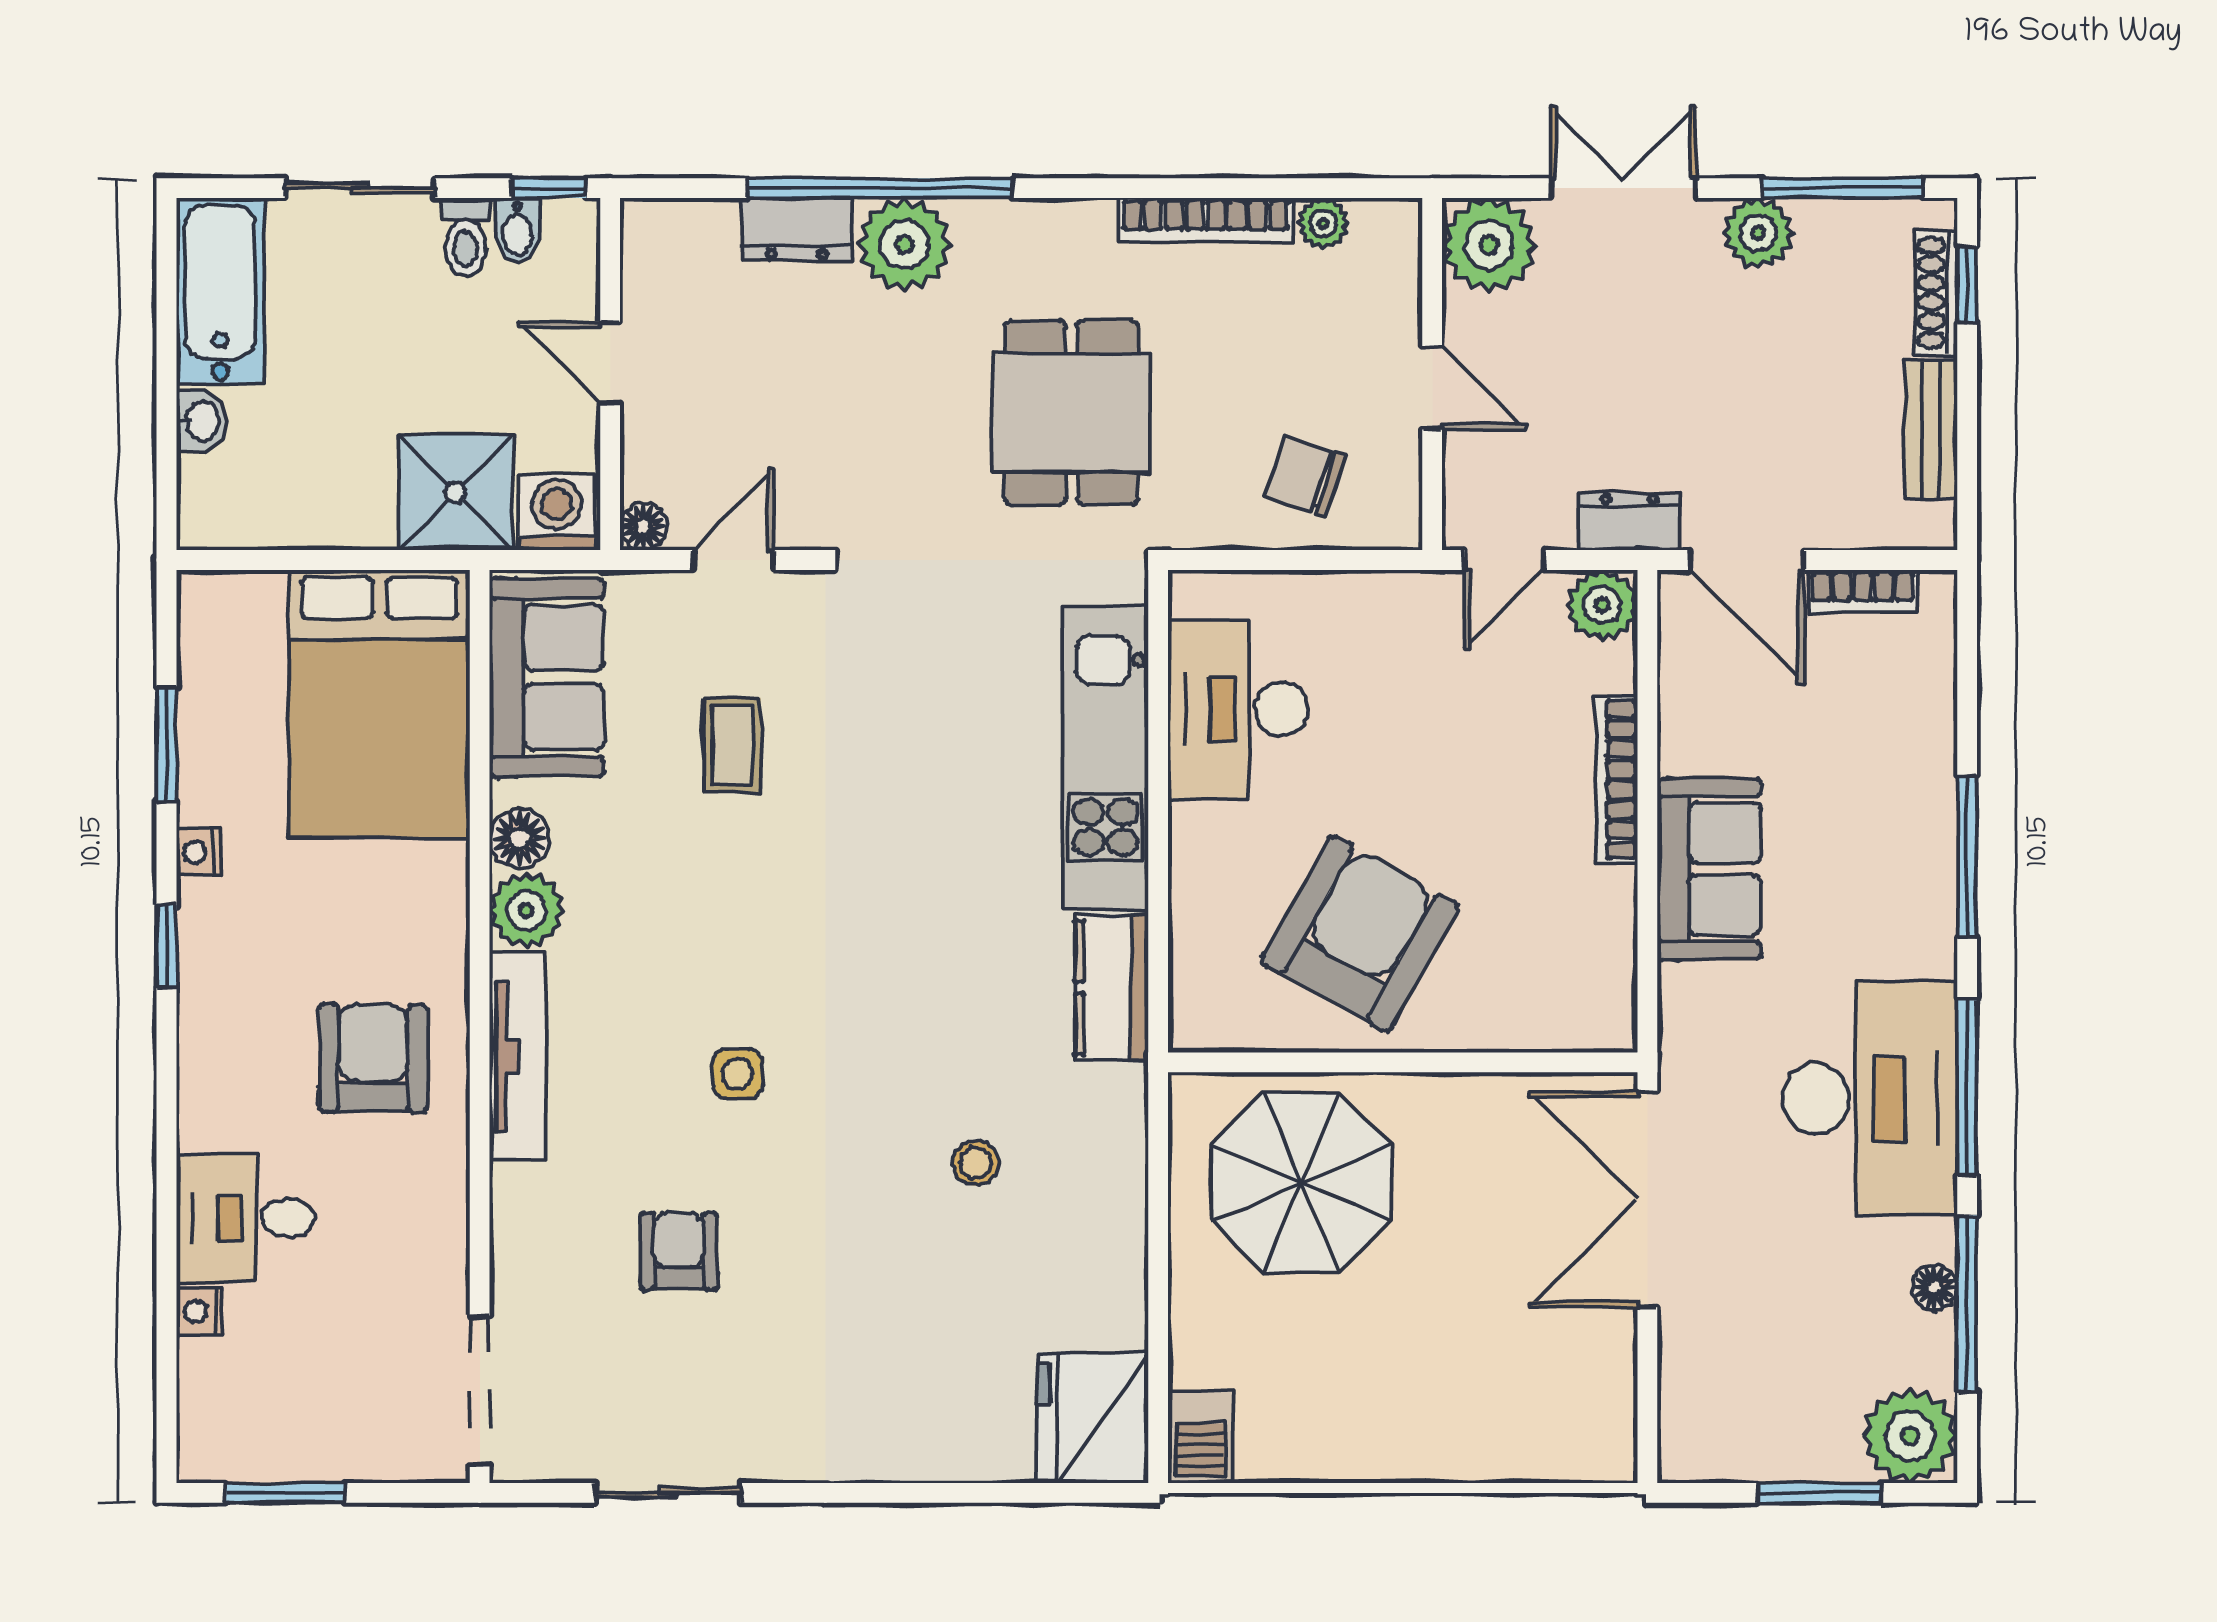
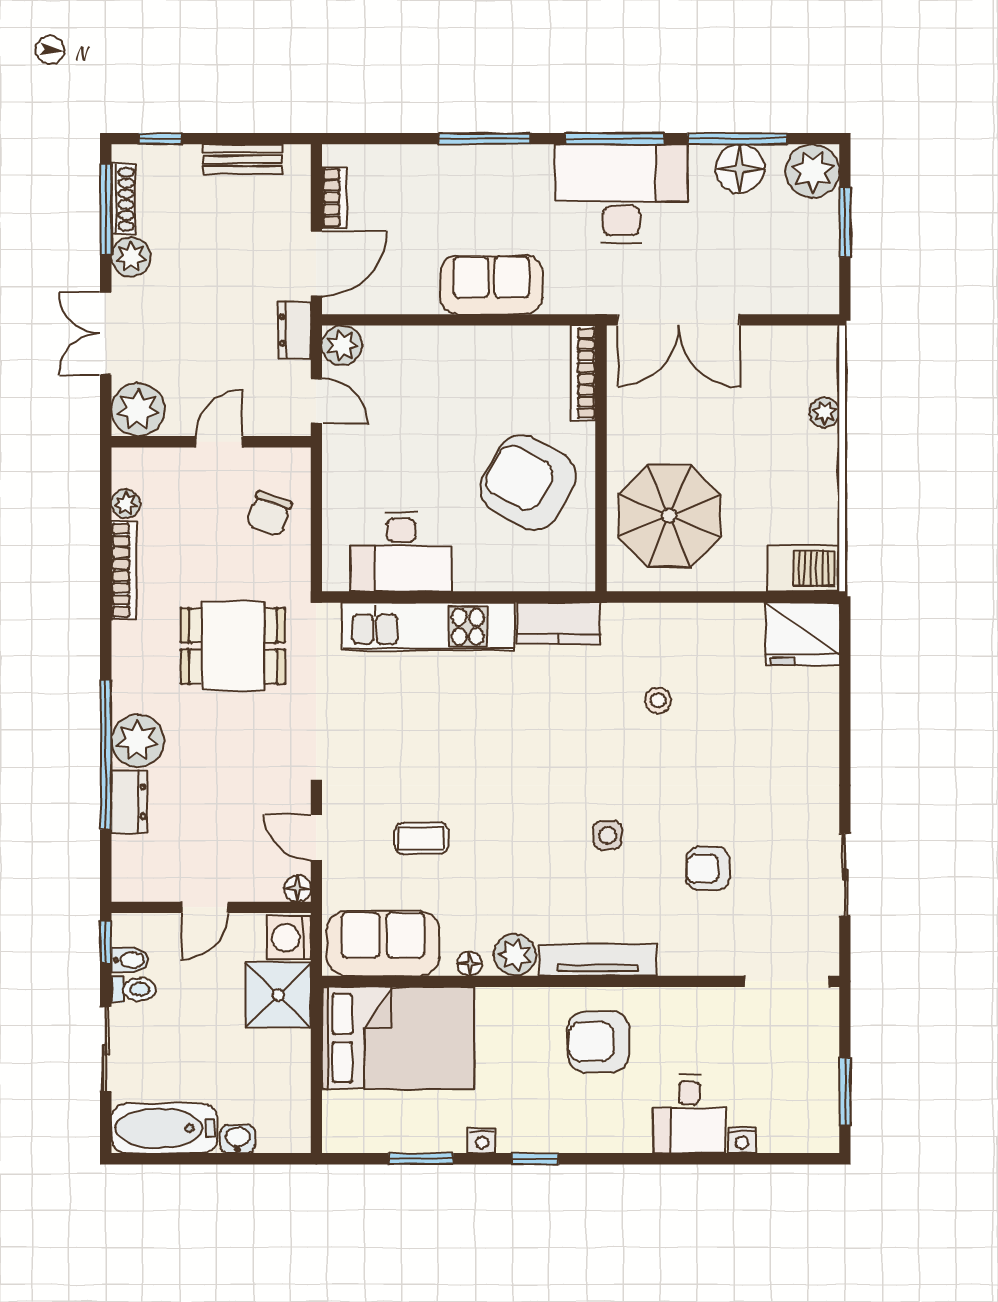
shoe rack: (1936, 293) -> (123, 199), moved, turned -90
bookcase: (1616, 780) -> (583, 373), moved, turned 90
floor lamp: (519, 838) -> (470, 963), width x0.73, depth x0.73
floor lamp: (1934, 1287) -> (740, 169), width x1.89, depth x1.89
barbecue: (1200, 1436) -> (803, 568), width x1.38, depth x1.27
plant: (1484, 1457) -> (824, 412), added

